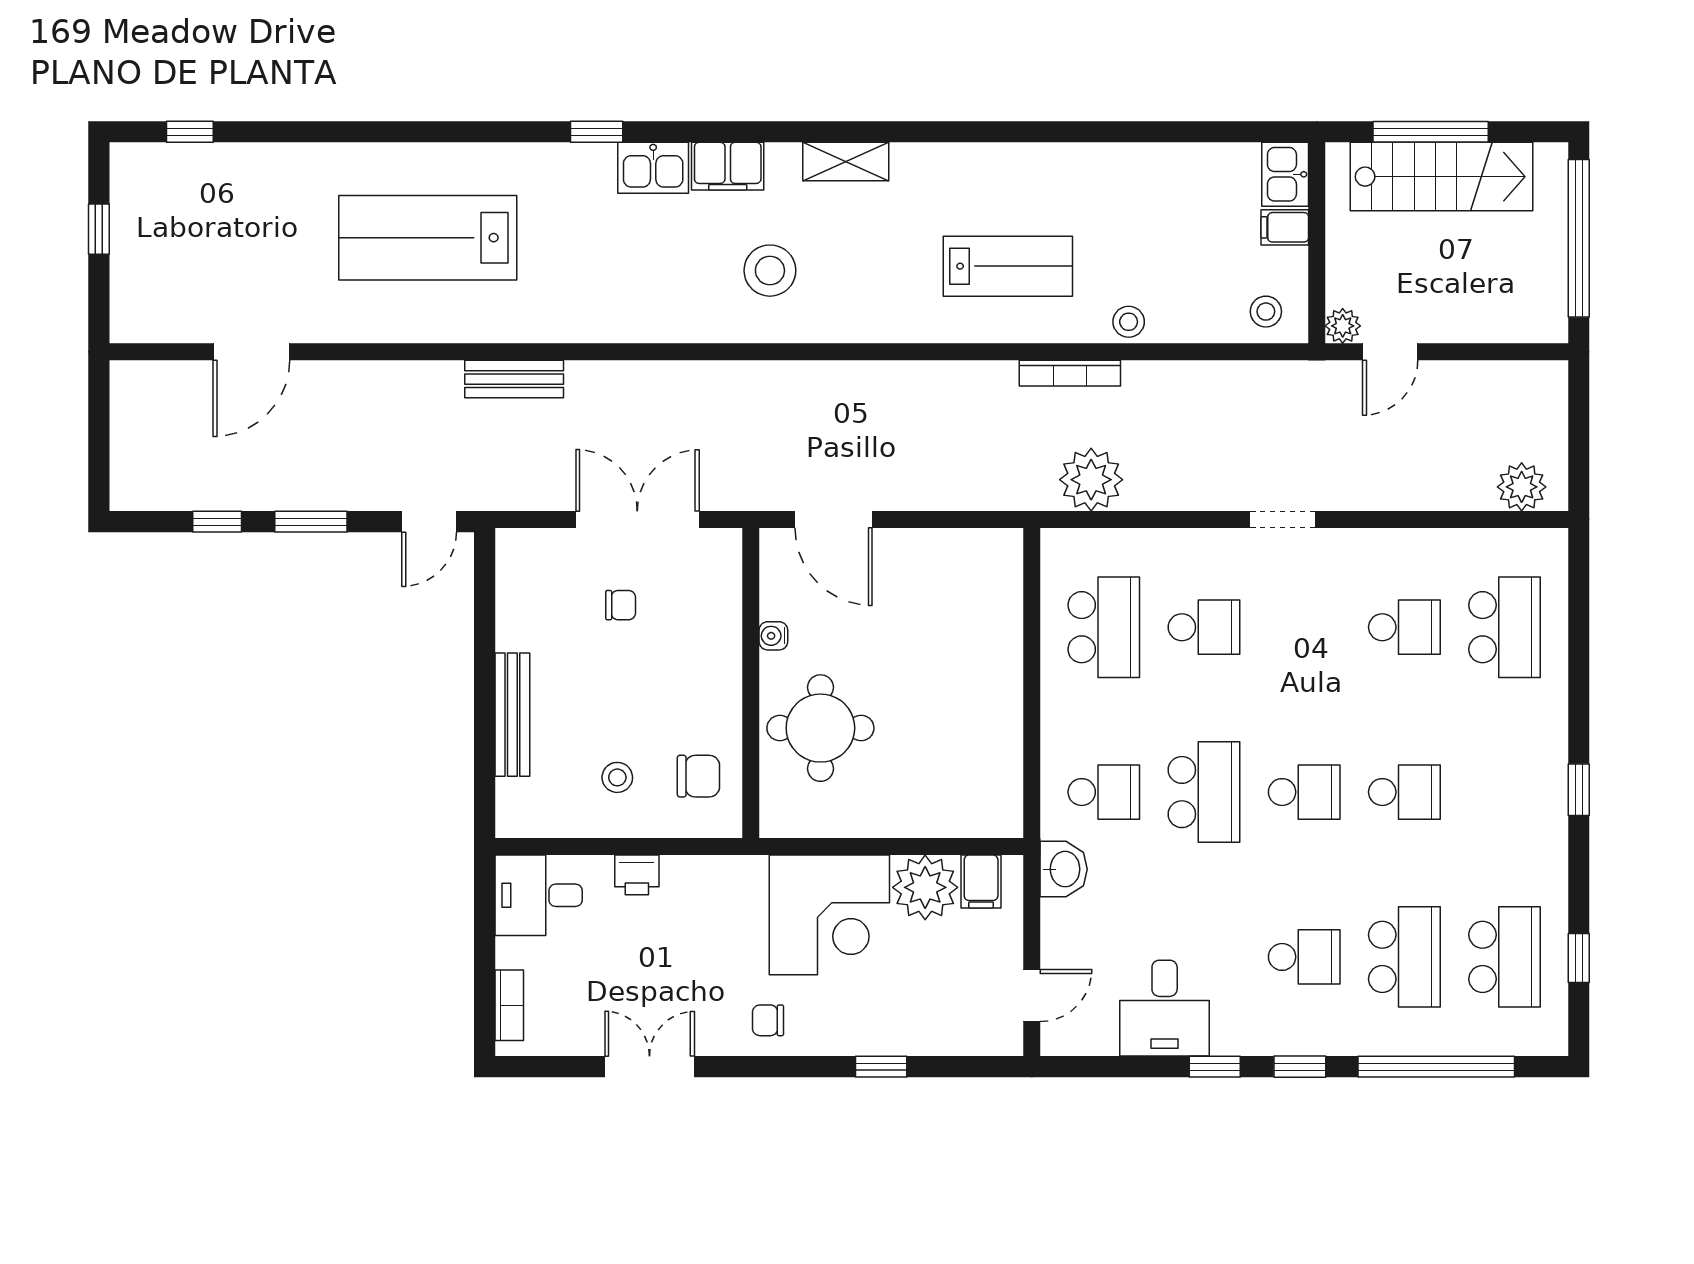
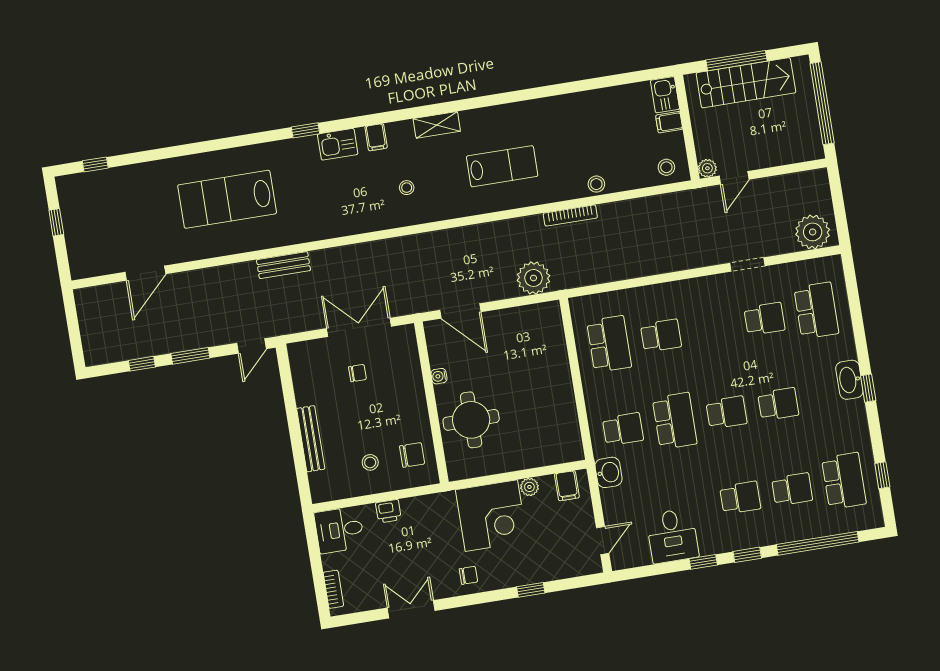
filing cabinet: (728, 166) -> (376, 137), width x0.50
lab bench: (1008, 266) -> (502, 166), moved
stool: (770, 271) -> (407, 188), width x0.53, depth x0.53
plant: (1091, 480) -> (533, 278), moved
plant: (1522, 487) -> (813, 232), width x1.36, depth x1.36
doorway: (1282, 520) -> (747, 265), moved
washbasin: (1546, 768) -> (849, 380), added
plant: (925, 887) -> (529, 487), width x0.53, depth x0.53
school desk: (1404, 957) -> (792, 489), width x0.54
chair: (768, 1020) -> (468, 575), turned 180

